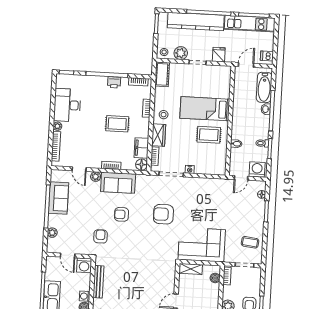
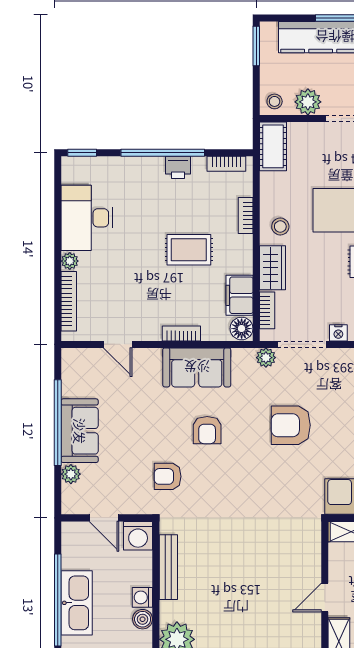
plant: (96, 177) -> (266, 358), moved
sofa: (59, 198) -> (80, 431), moved
armchair: (122, 214) -> (207, 430), turned -90
armchair: (100, 236) -> (168, 476), turned -90

